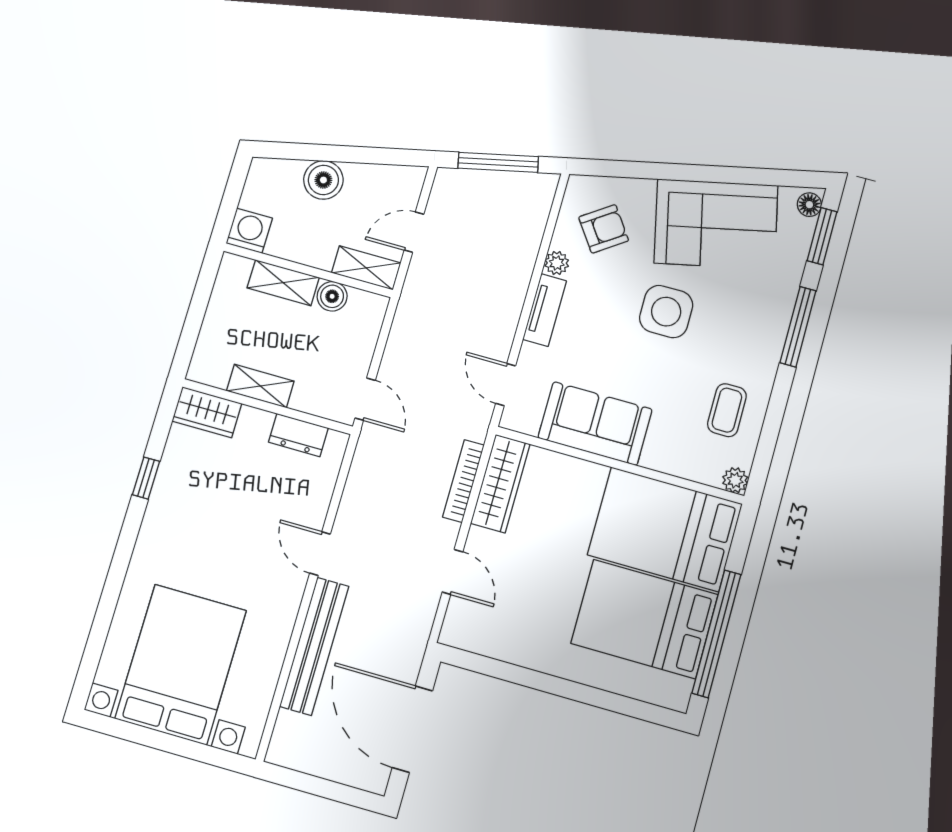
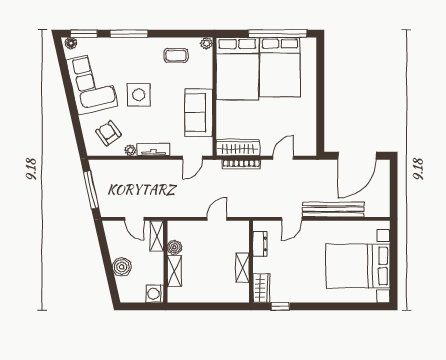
shelving: (260, 386) -> (243, 268), moved
wall: (268, 407) -> (251, 262), moved
wardrobe: (207, 412) -> (261, 288), moved
dresser: (298, 435) -> (260, 244), moved

